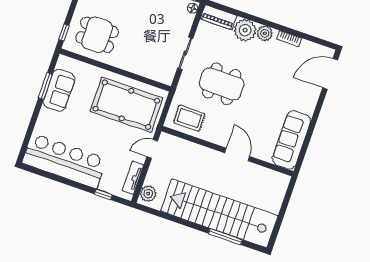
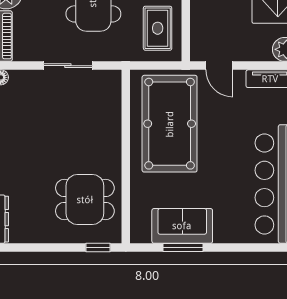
dining table: (97, 35) -> (85, 200), turned 90

